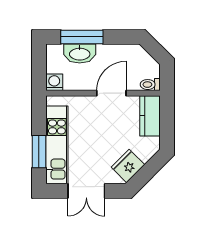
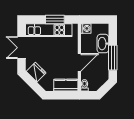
window: (82, 37) -> (113, 58), moved
door: (111, 93) -> (79, 62), hinge flipped
window: (39, 152) -> (55, 19), moved

